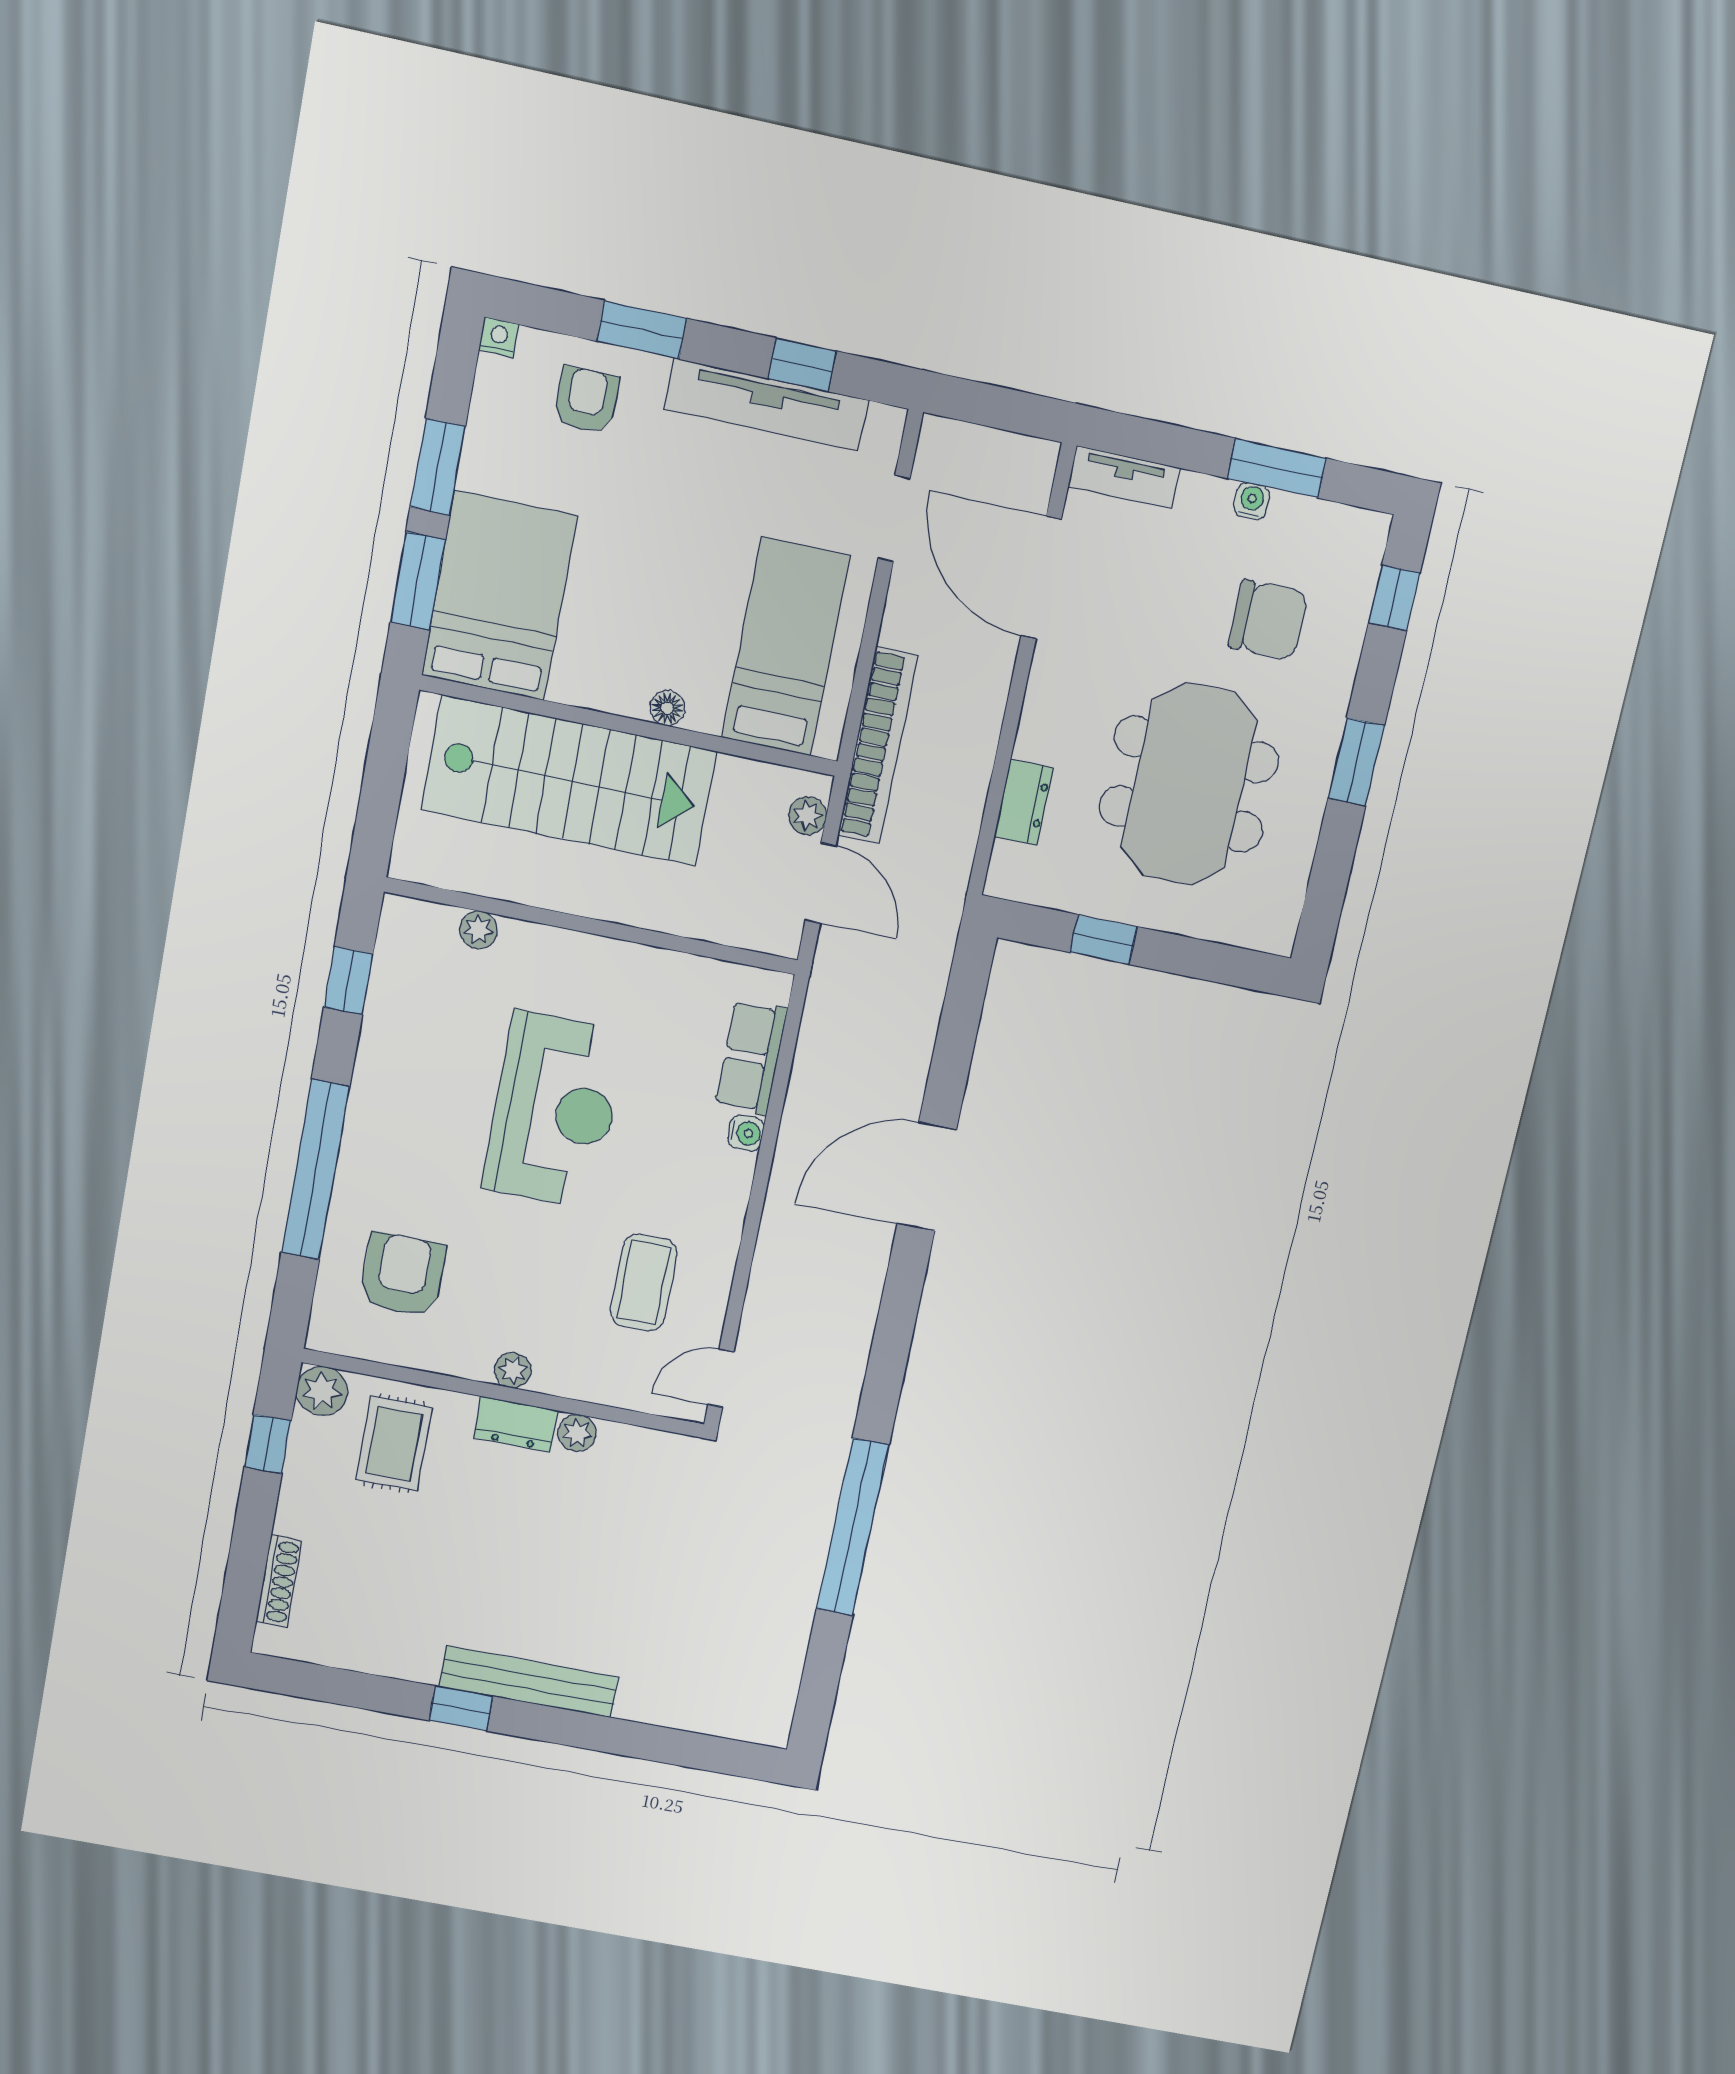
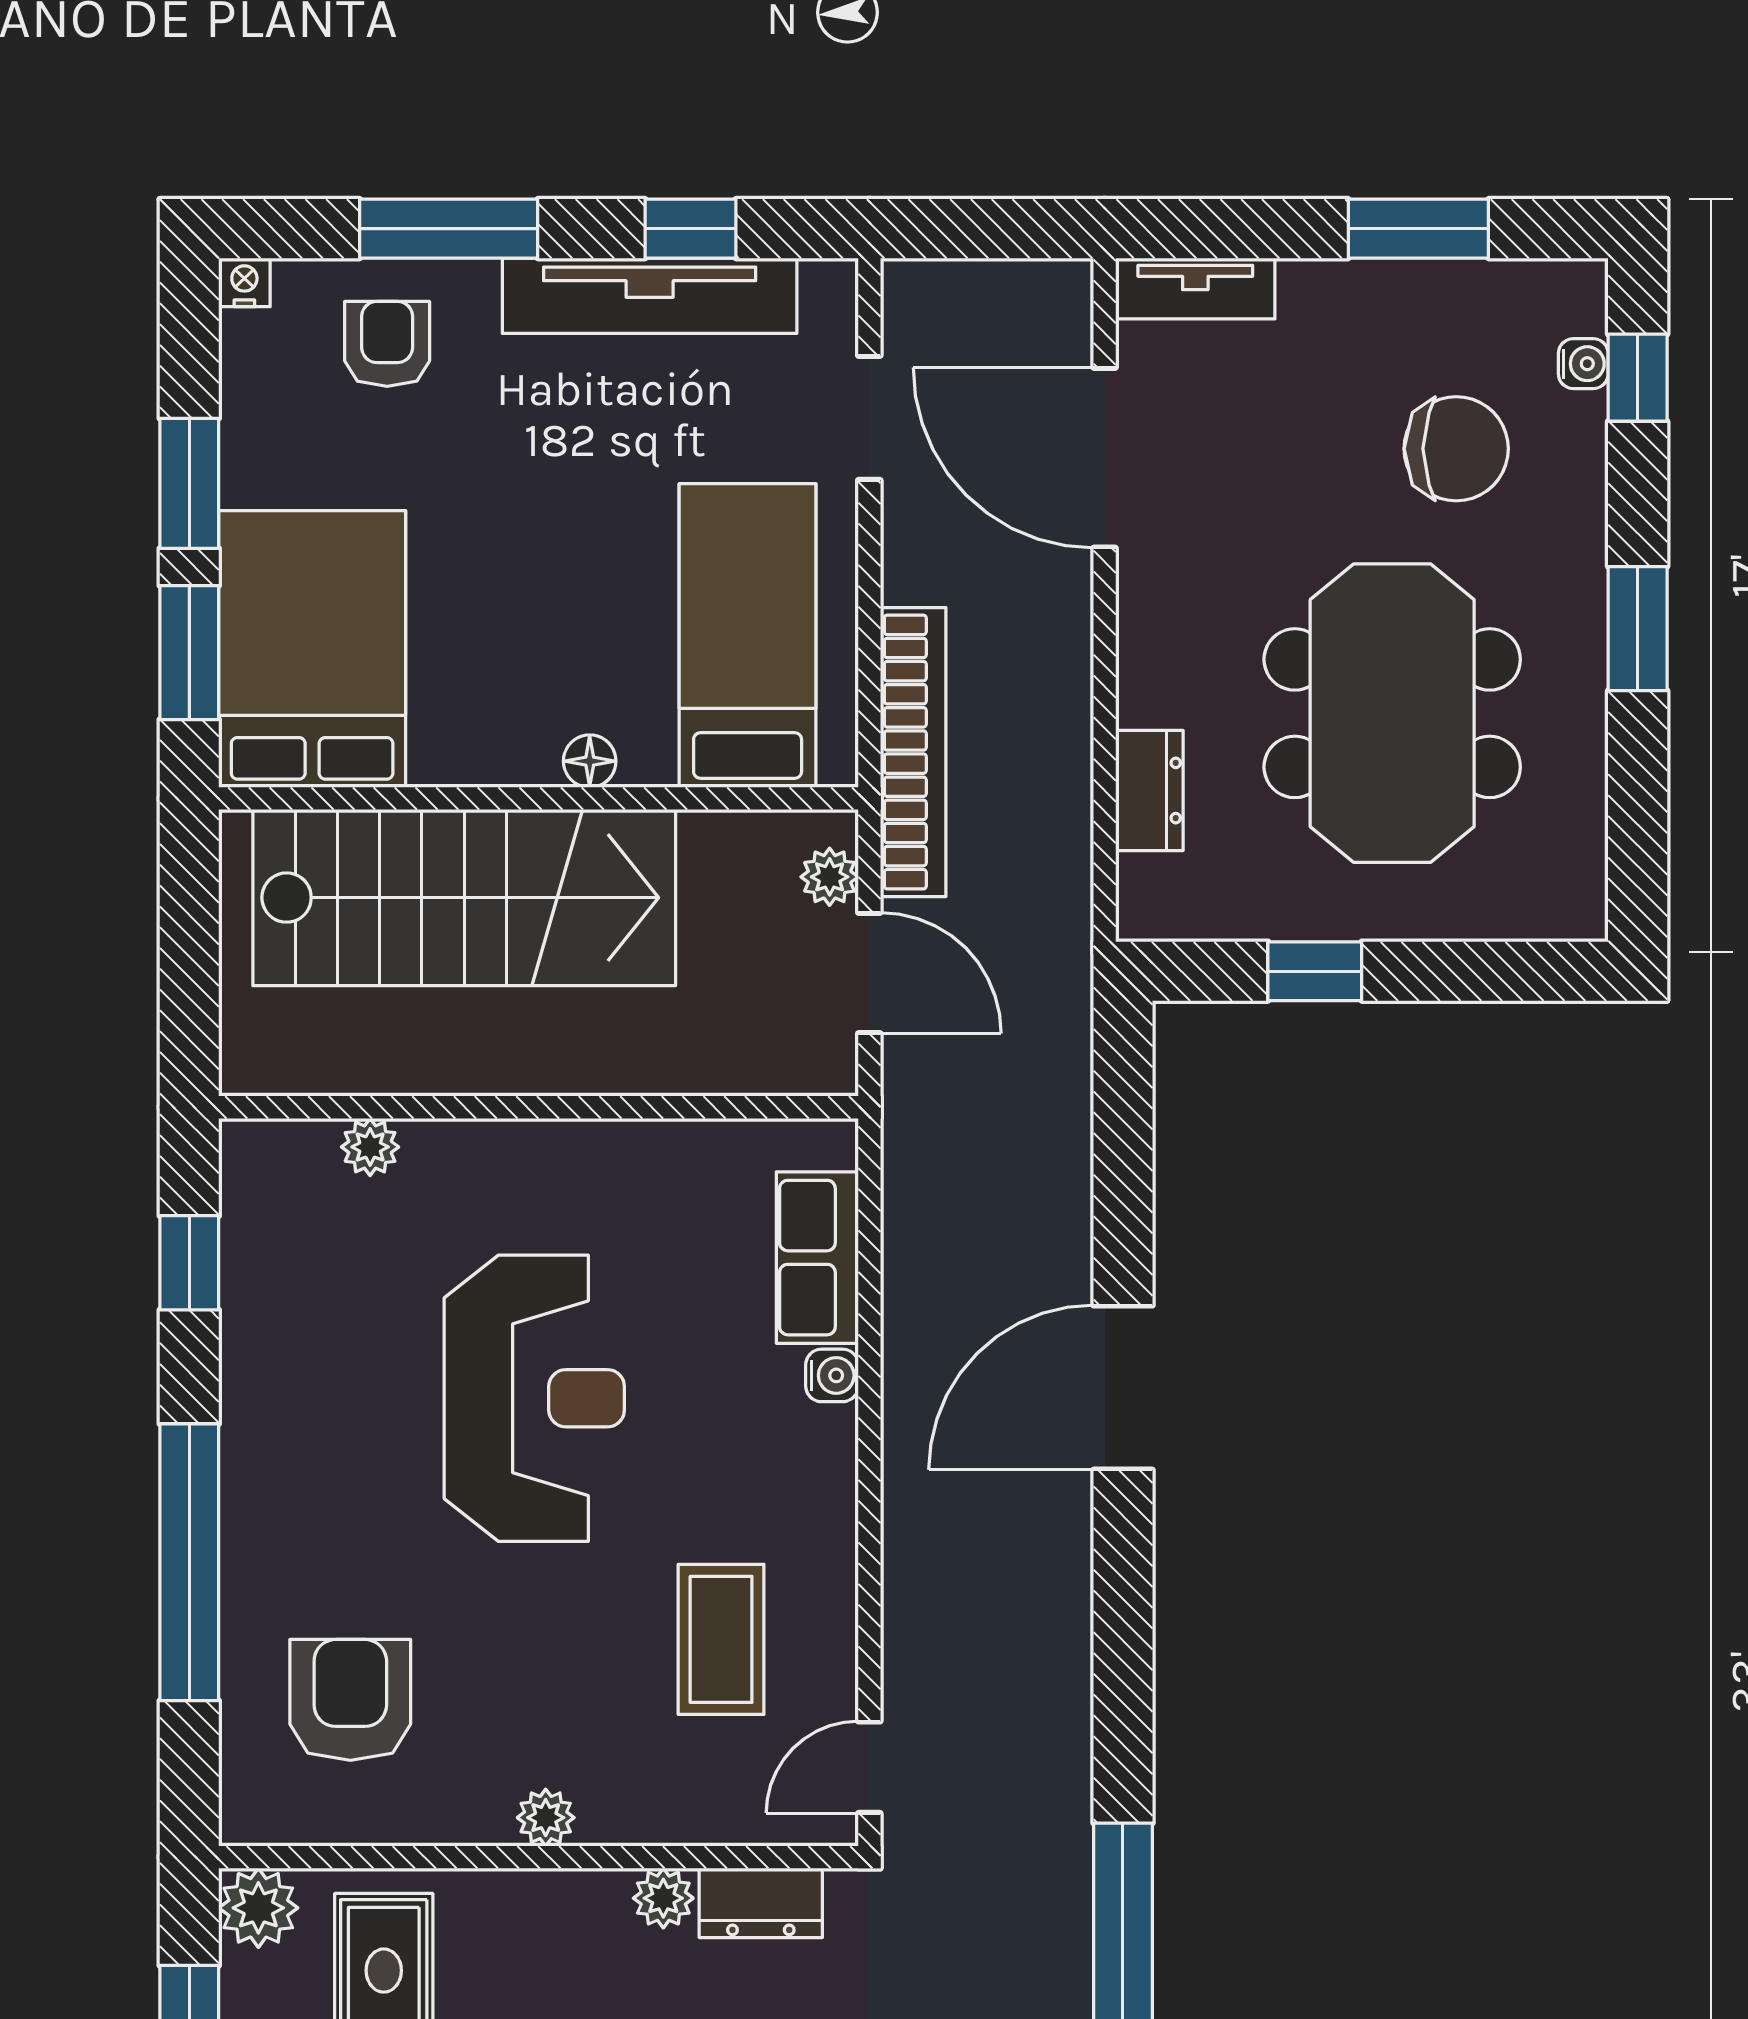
window: (642, 330) -> (449, 229), width x1.44
water cooler: (1252, 501) -> (1583, 364), moved, turned 90
dresser: (516, 1424) -> (761, 1903), moved

